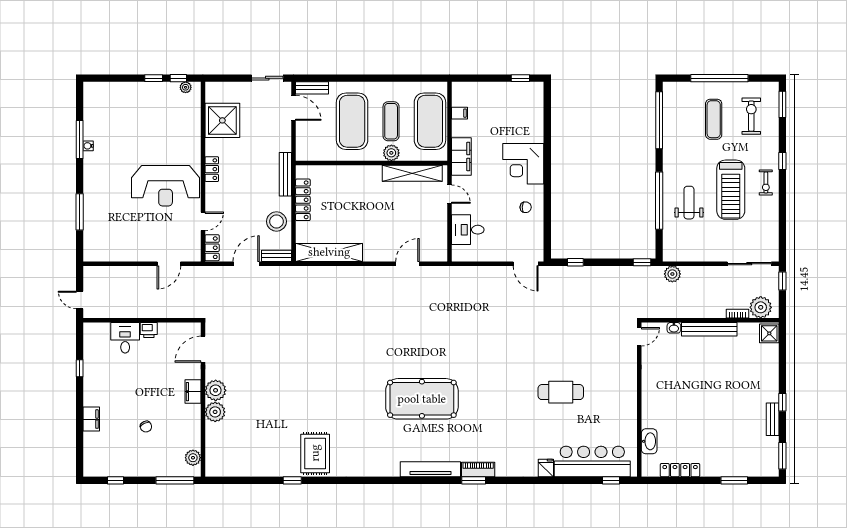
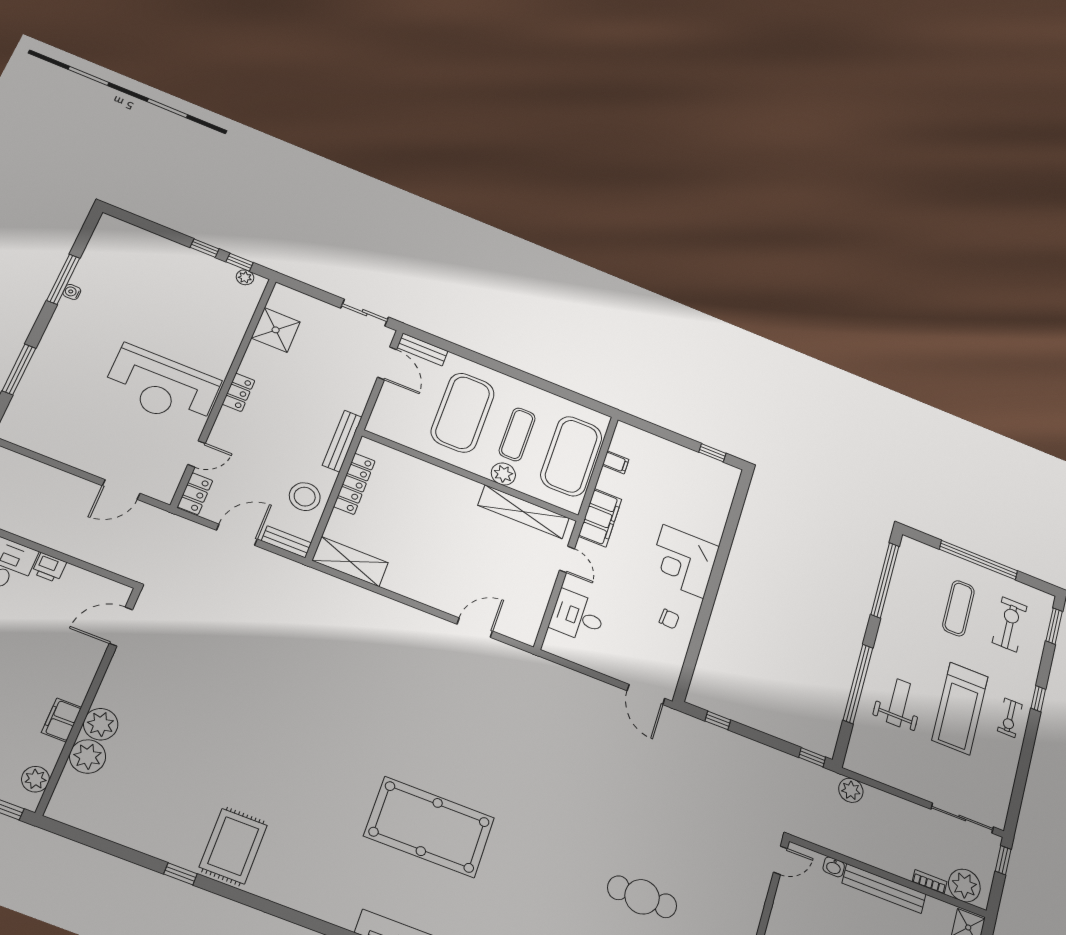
shower: (222, 120) -> (276, 330), width x0.73, depth x0.73
shelving: (329, 252) -> (350, 562), width x0.68
plant: (216, 390) -> (88, 757), moved
filing cabinet: (193, 392) -> (62, 720), moved

